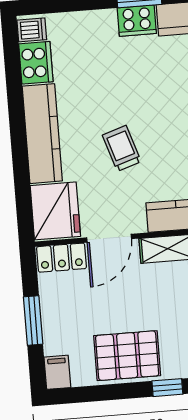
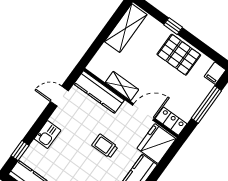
trolley: (122, 148) -> (105, 146), turned 108
window: (33, 320) -> (206, 104), width x1.44

